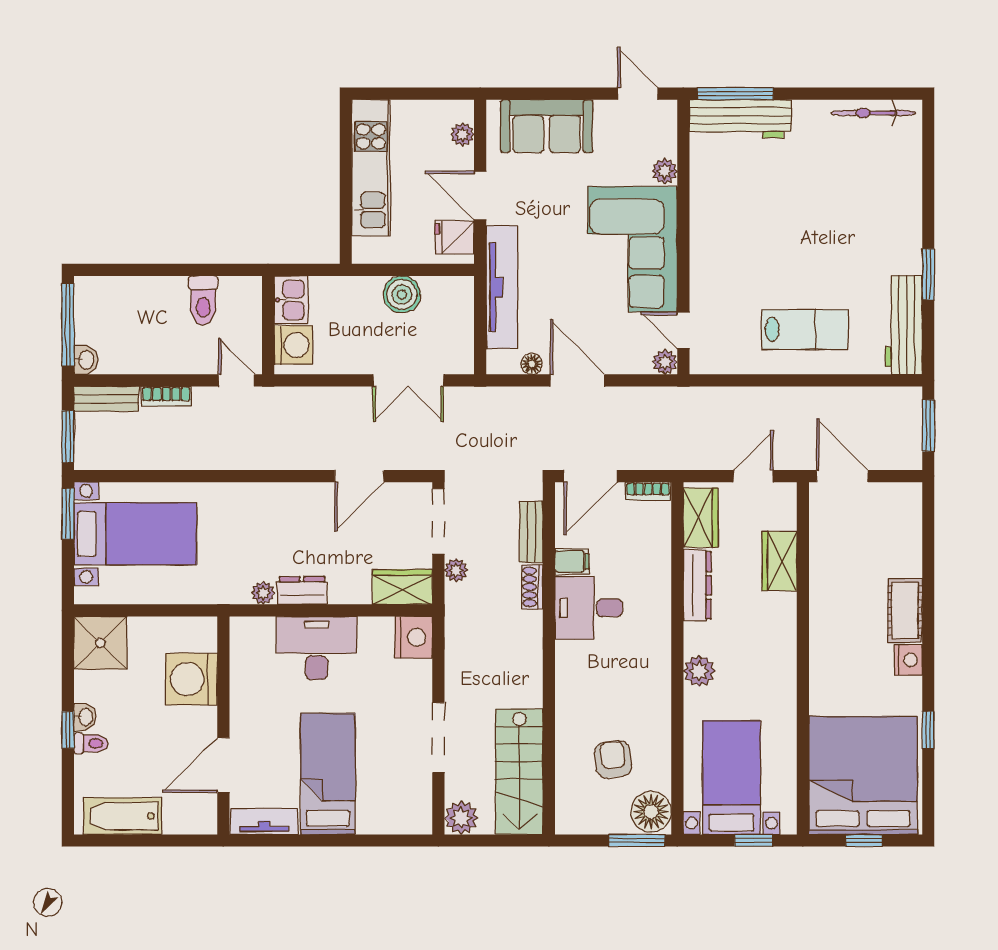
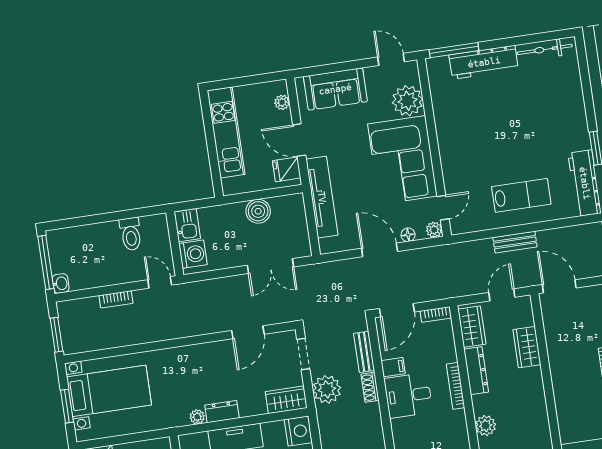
workbench: (740, 119) -> (484, 62), moved
plant: (665, 171) -> (408, 101), width x1.87, depth x1.87
door: (683, 330) -> (443, 208), swing flipped
floor lamp: (532, 364) -> (408, 235), moved
bench: (106, 399) -> (515, 242), moved
window: (68, 514) -> (67, 406), moved
doorway: (438, 521) -> (303, 354), width x0.73
plant: (456, 570) -> (327, 389), width x1.88, depth x1.88
bookcase: (662, 604) -> (455, 386), added

